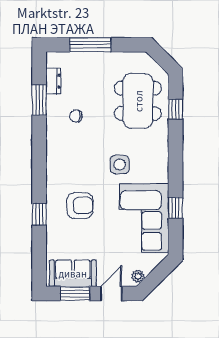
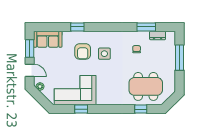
side table: (120, 165) -> (104, 54), moved
sofa: (73, 273) -> (48, 39), moved, turned 90

